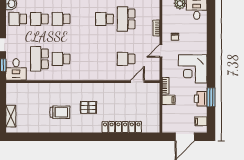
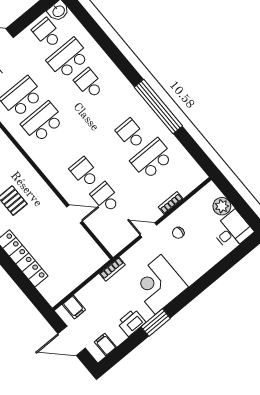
school desk: (39, 19) -> (68, 58), width x1.85
school desk: (61, 59) -> (43, 122), width x1.85
school desk: (104, 59) -> (85, 172), added
door: (137, 82) -> (75, 214), moved
window: (211, 97) -> (156, 323), moved
filing cabinet: (168, 100) -> (74, 307), moved

